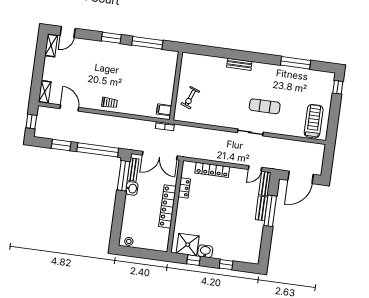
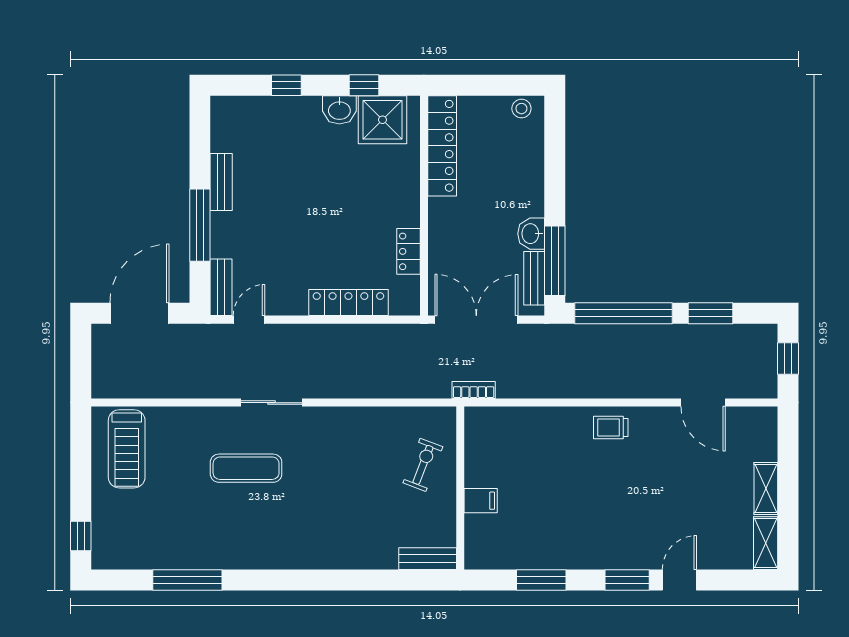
door: (68, 32) -> (679, 580), moved
window: (147, 43) -> (541, 580), width x0.69
bench: (239, 64) -> (428, 559), moved
shelving: (45, 92) -> (766, 489), moved
filing cabinet: (164, 110) -> (481, 501), moved
locker: (167, 206) -> (442, 146), moved
bench: (261, 208) -> (221, 182), moved

